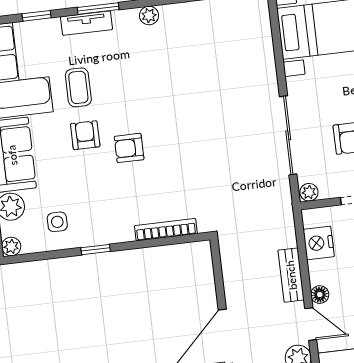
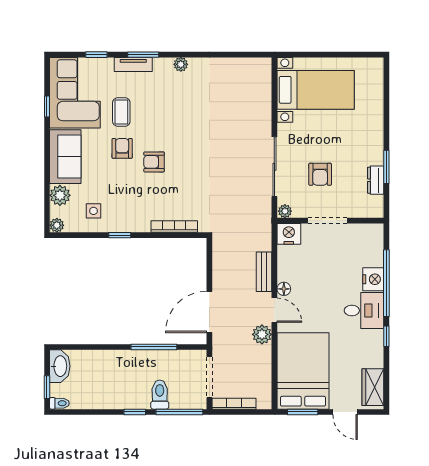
nightstand: (319, 243) -> (289, 234), moved, turned 90

